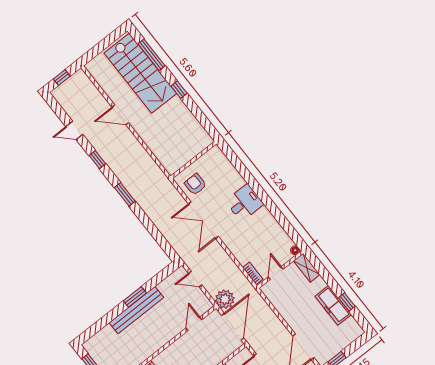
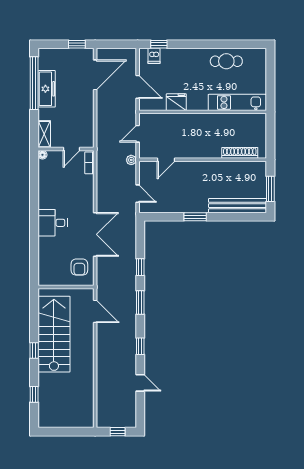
window: (152, 55) -> (34, 394), width x0.46
stairs: (140, 73) -> (54, 334), moved
door: (120, 115) -> (95, 311), moved
window: (147, 222) -> (140, 267), added
plant: (225, 299) -> (131, 160), width x0.53, depth x0.53
window: (347, 302) -> (34, 83), width x3.17
bench: (136, 310) -> (237, 206), moved
door: (233, 327) -> (138, 134), width x0.53

